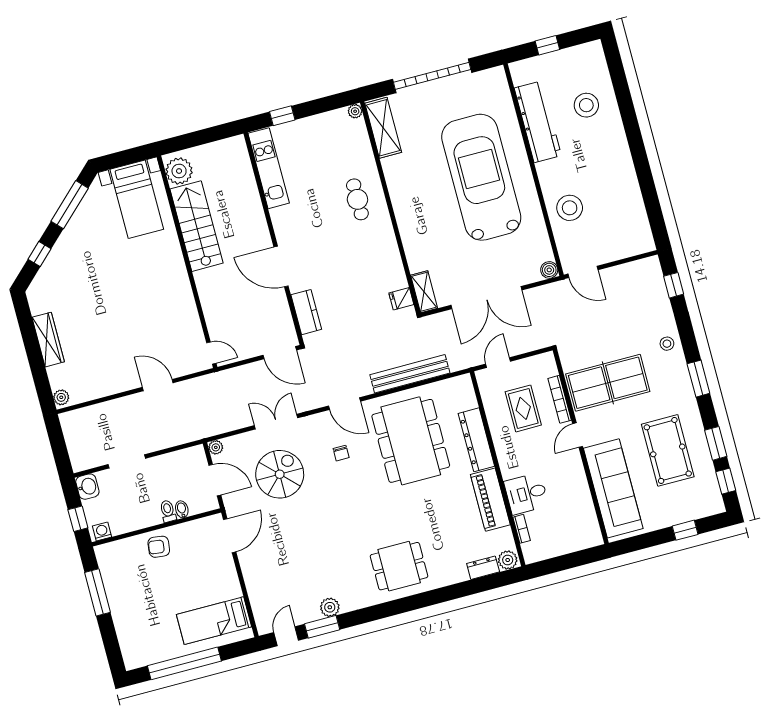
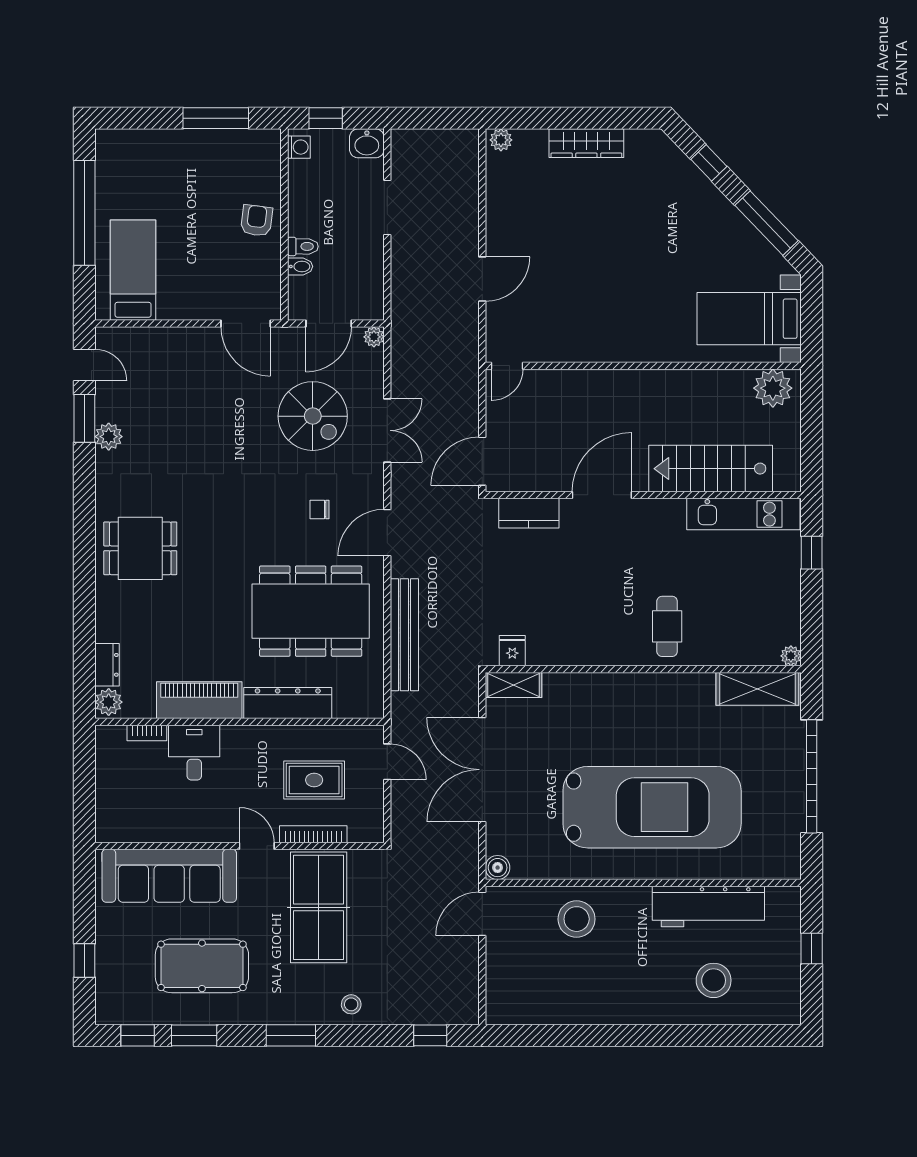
cafe table: (357, 199) -> (667, 626), turned 90
stairs: (197, 226) -> (711, 469), moved, turned 180
dining table: (399, 566) -> (140, 548), turned 90

